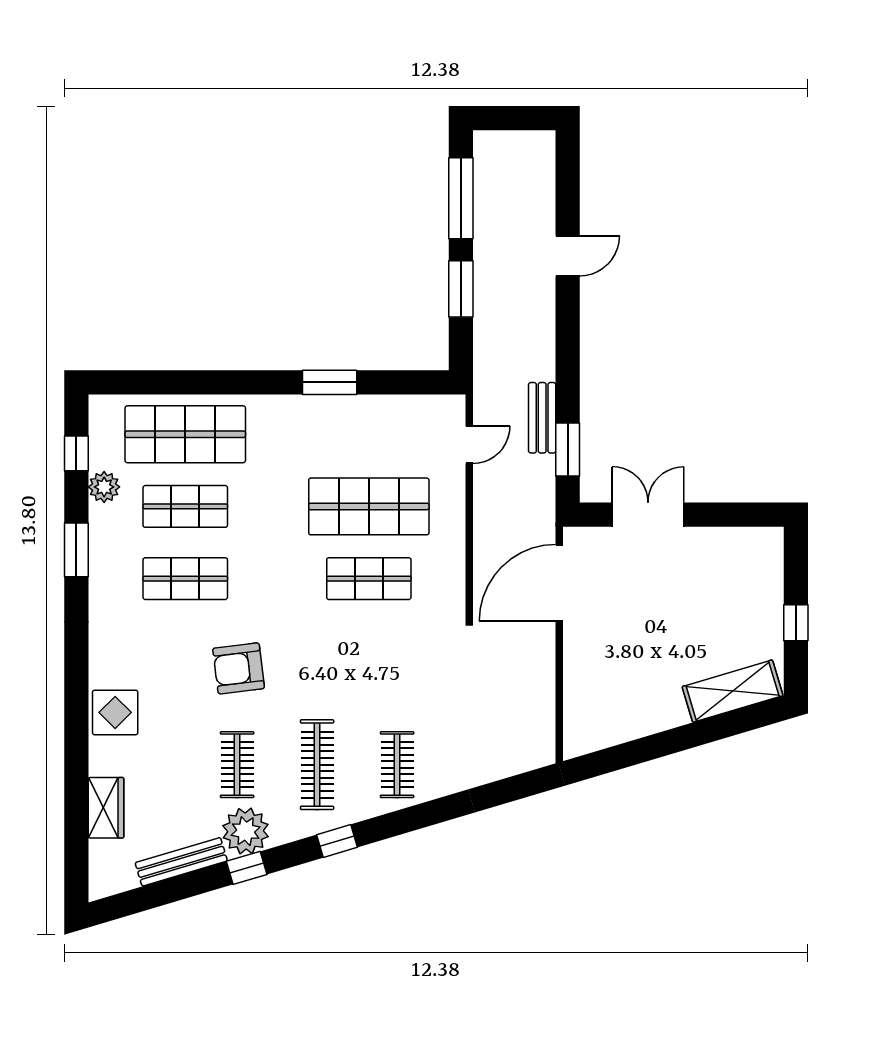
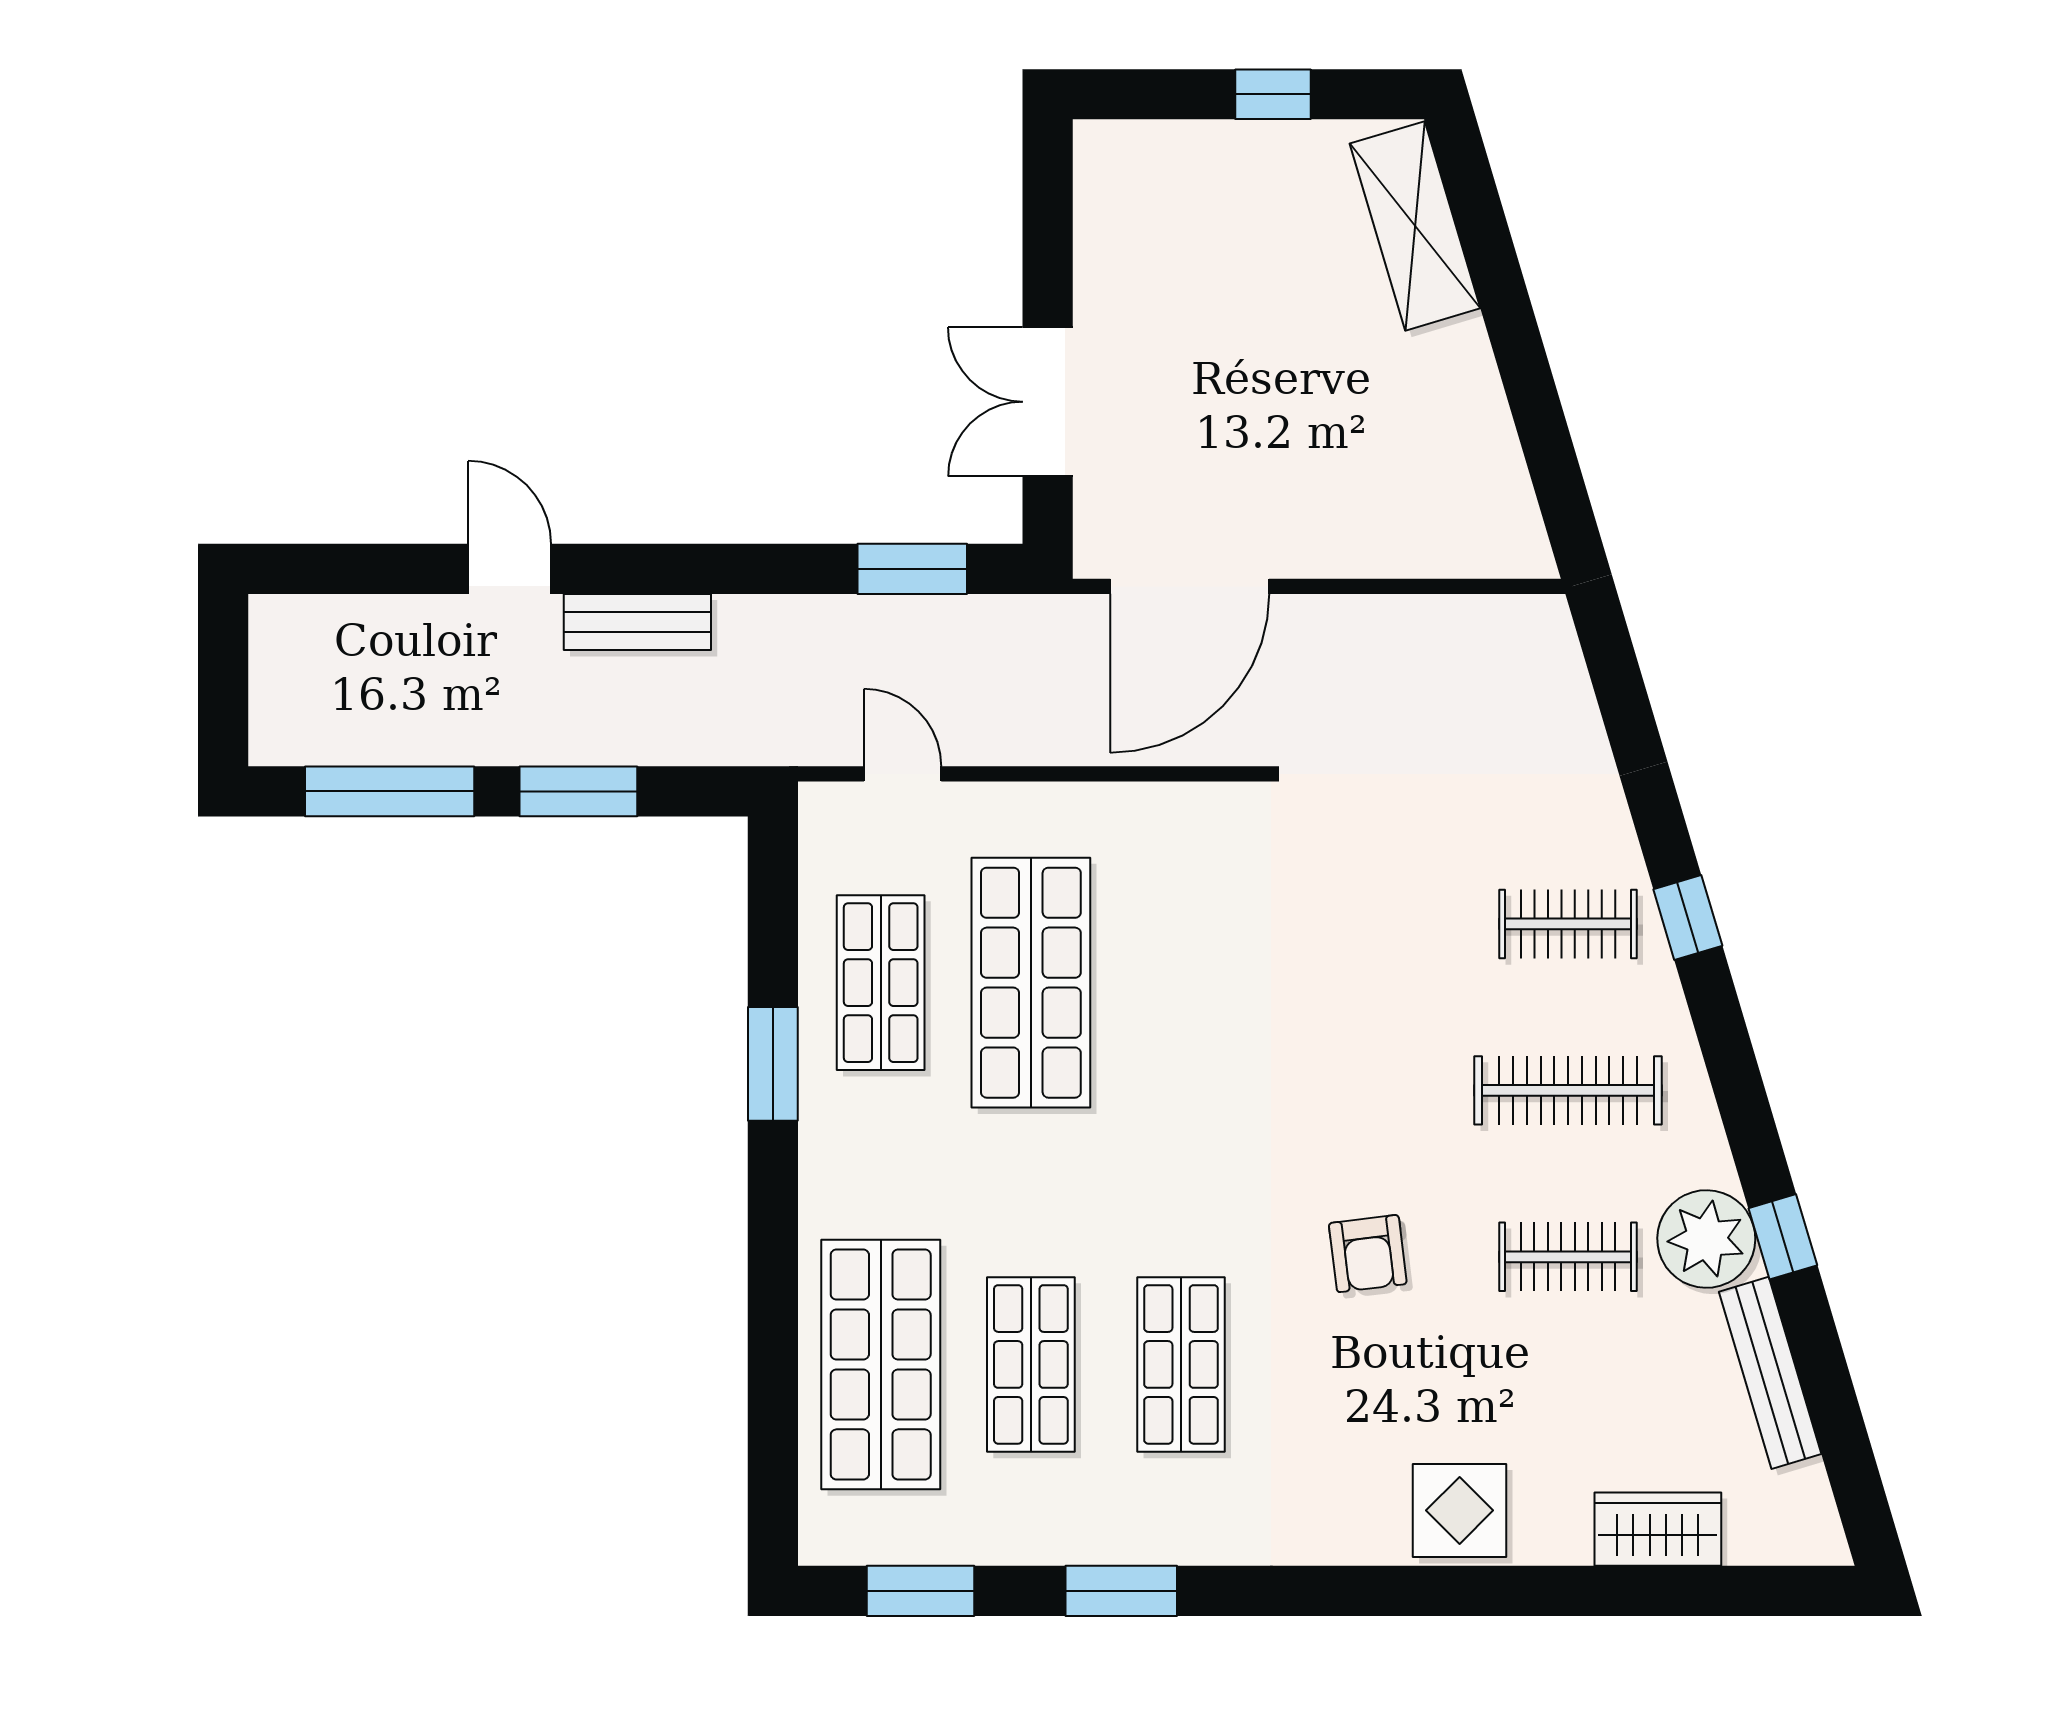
bench: (542, 418) -> (637, 622), moved
window: (76, 453) -> (921, 1591), width x1.50
plant: (104, 487) -> (990, 1533), removed
shop shelf: (369, 579) -> (881, 983), moved
door: (559, 583) -> (1190, 586), hinge flipped
armchair: (239, 668) -> (1368, 1254), width x0.72, depth x0.72
window: (337, 841) -> (1688, 917), moved

